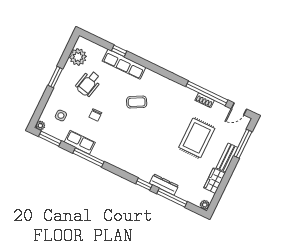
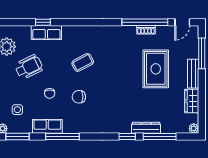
row of seats: (124, 64) -> (46, 32), width x0.68
wheelchair: (88, 84) -> (29, 67), turned -129
chair: (119, 130) -> (79, 97), added

